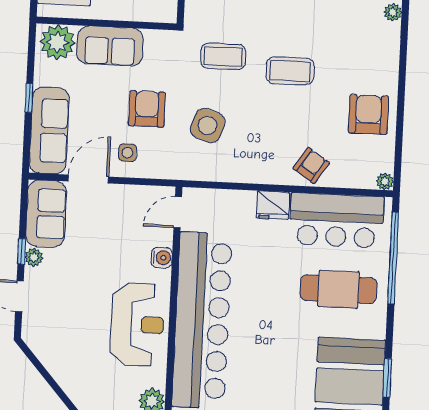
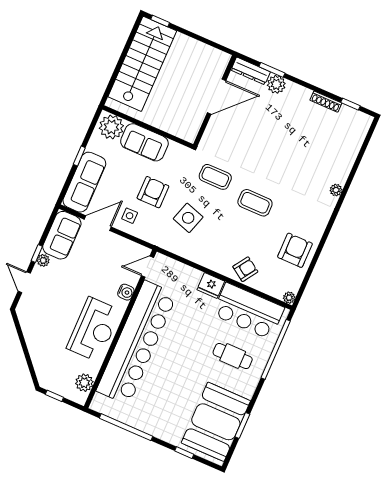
cafe table: (338, 289) -> (233, 356), width x0.73, depth x0.74

